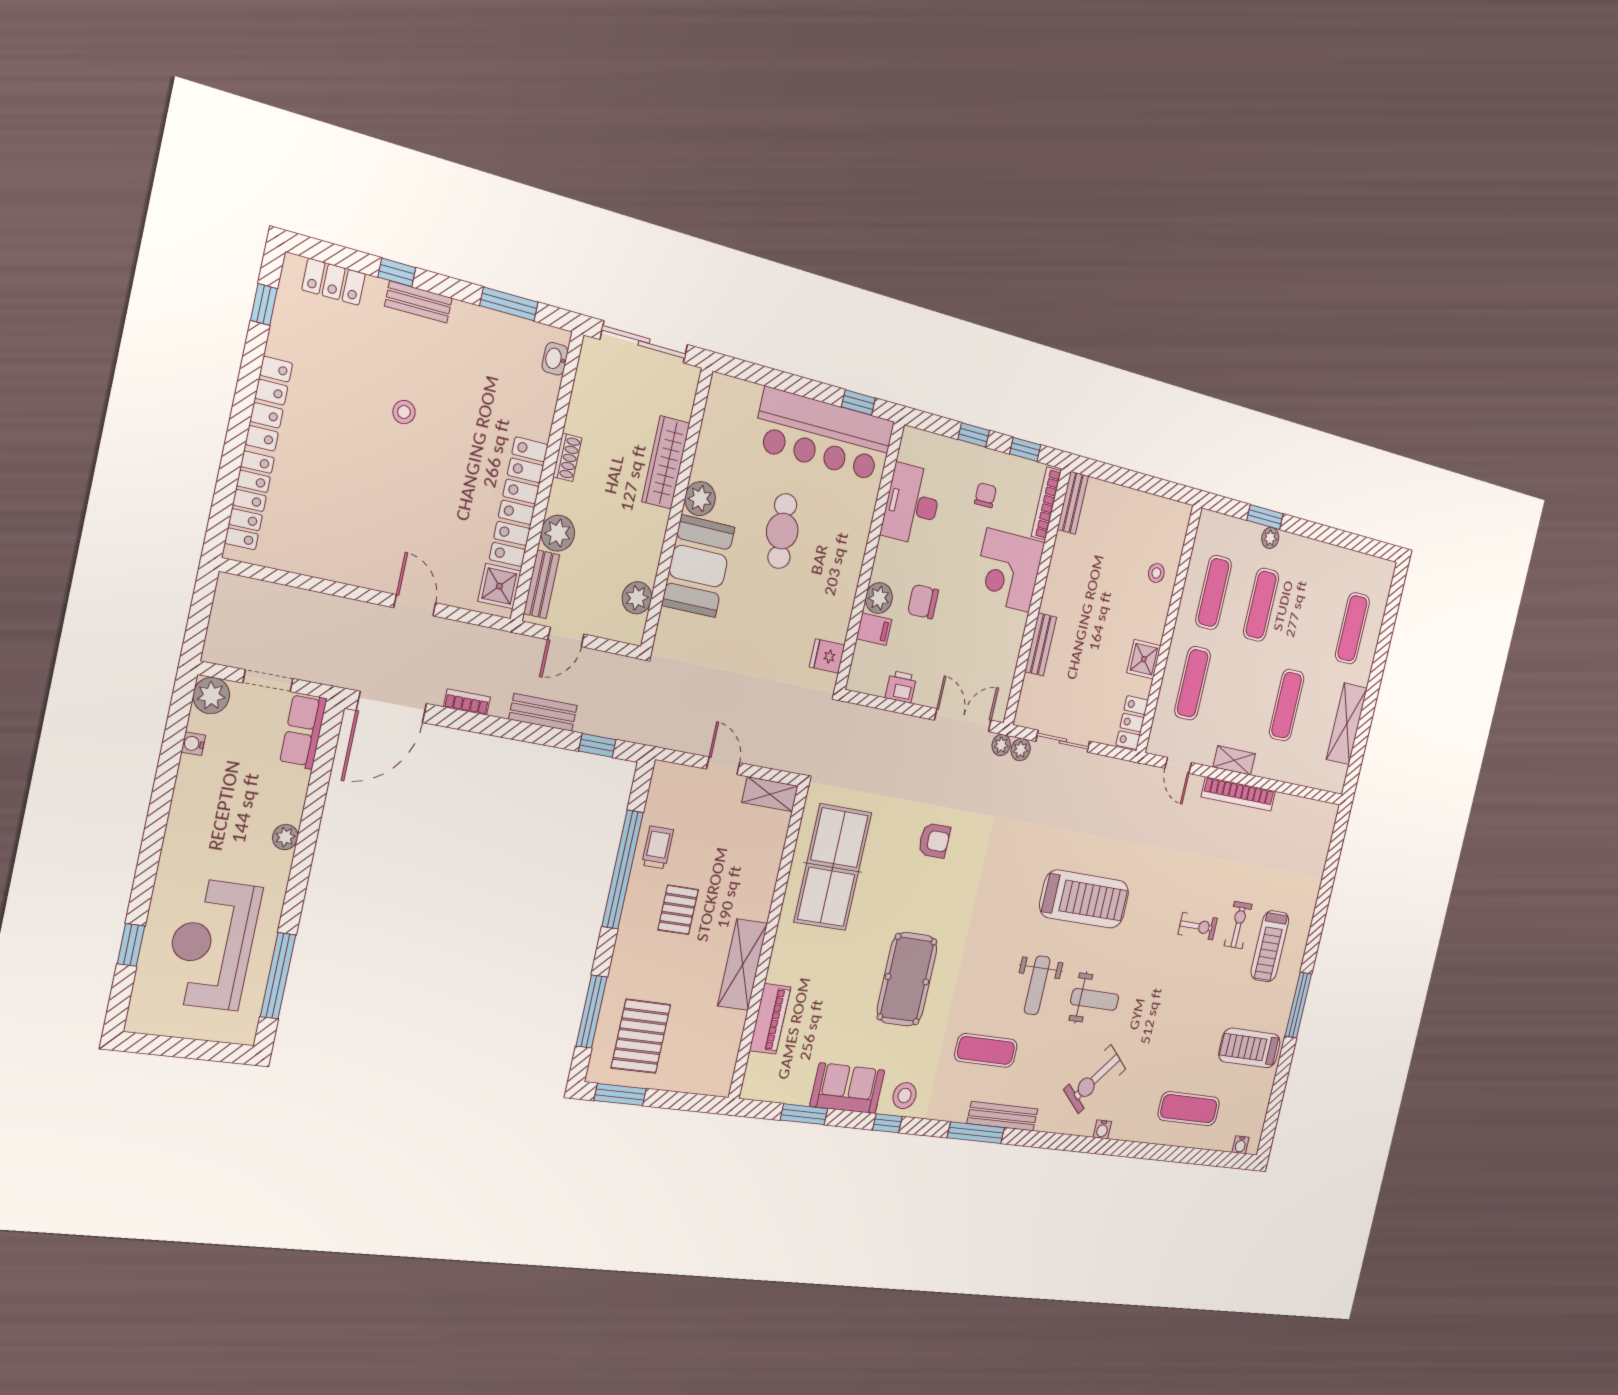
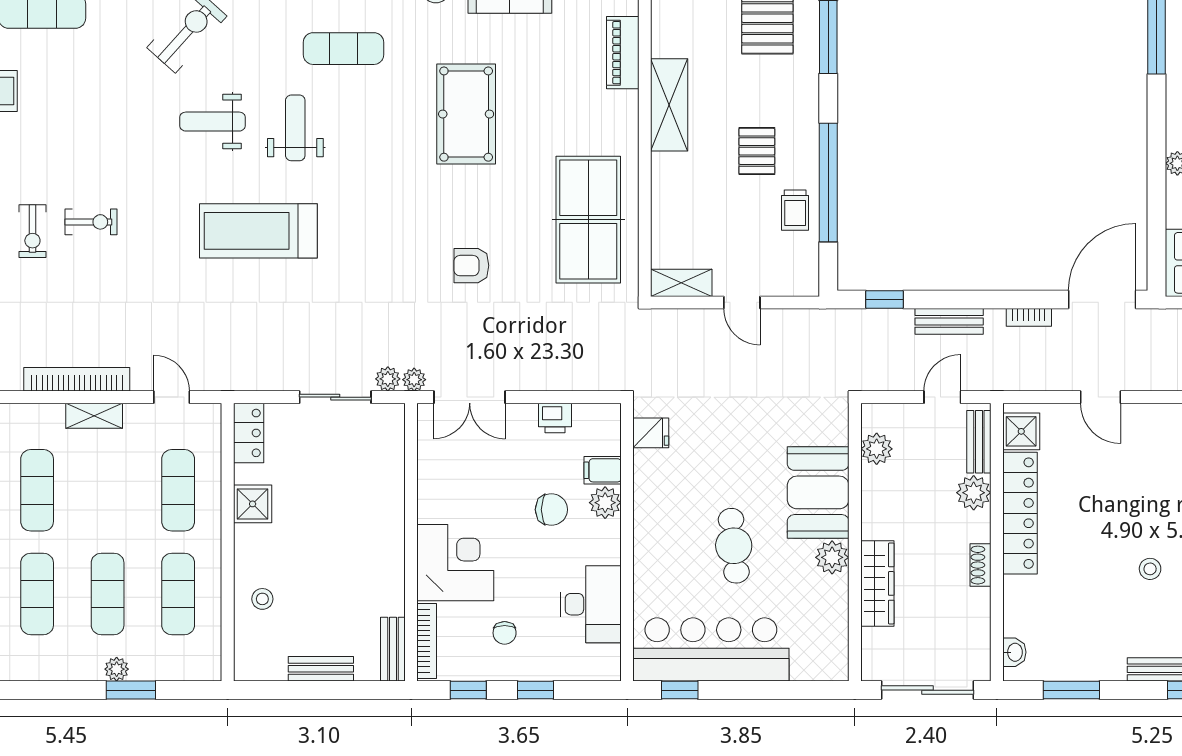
exercise mat: (1307, 617) -> (37, 594), added
bench: (1041, 644) -> (321, 669), moved, turned 90
exercise bike: (1198, 926) -> (91, 222), turned 180

